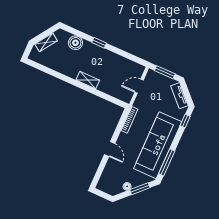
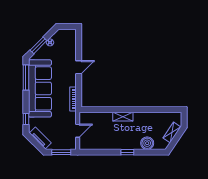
door: (110, 149) -> (79, 67), swing flipped

